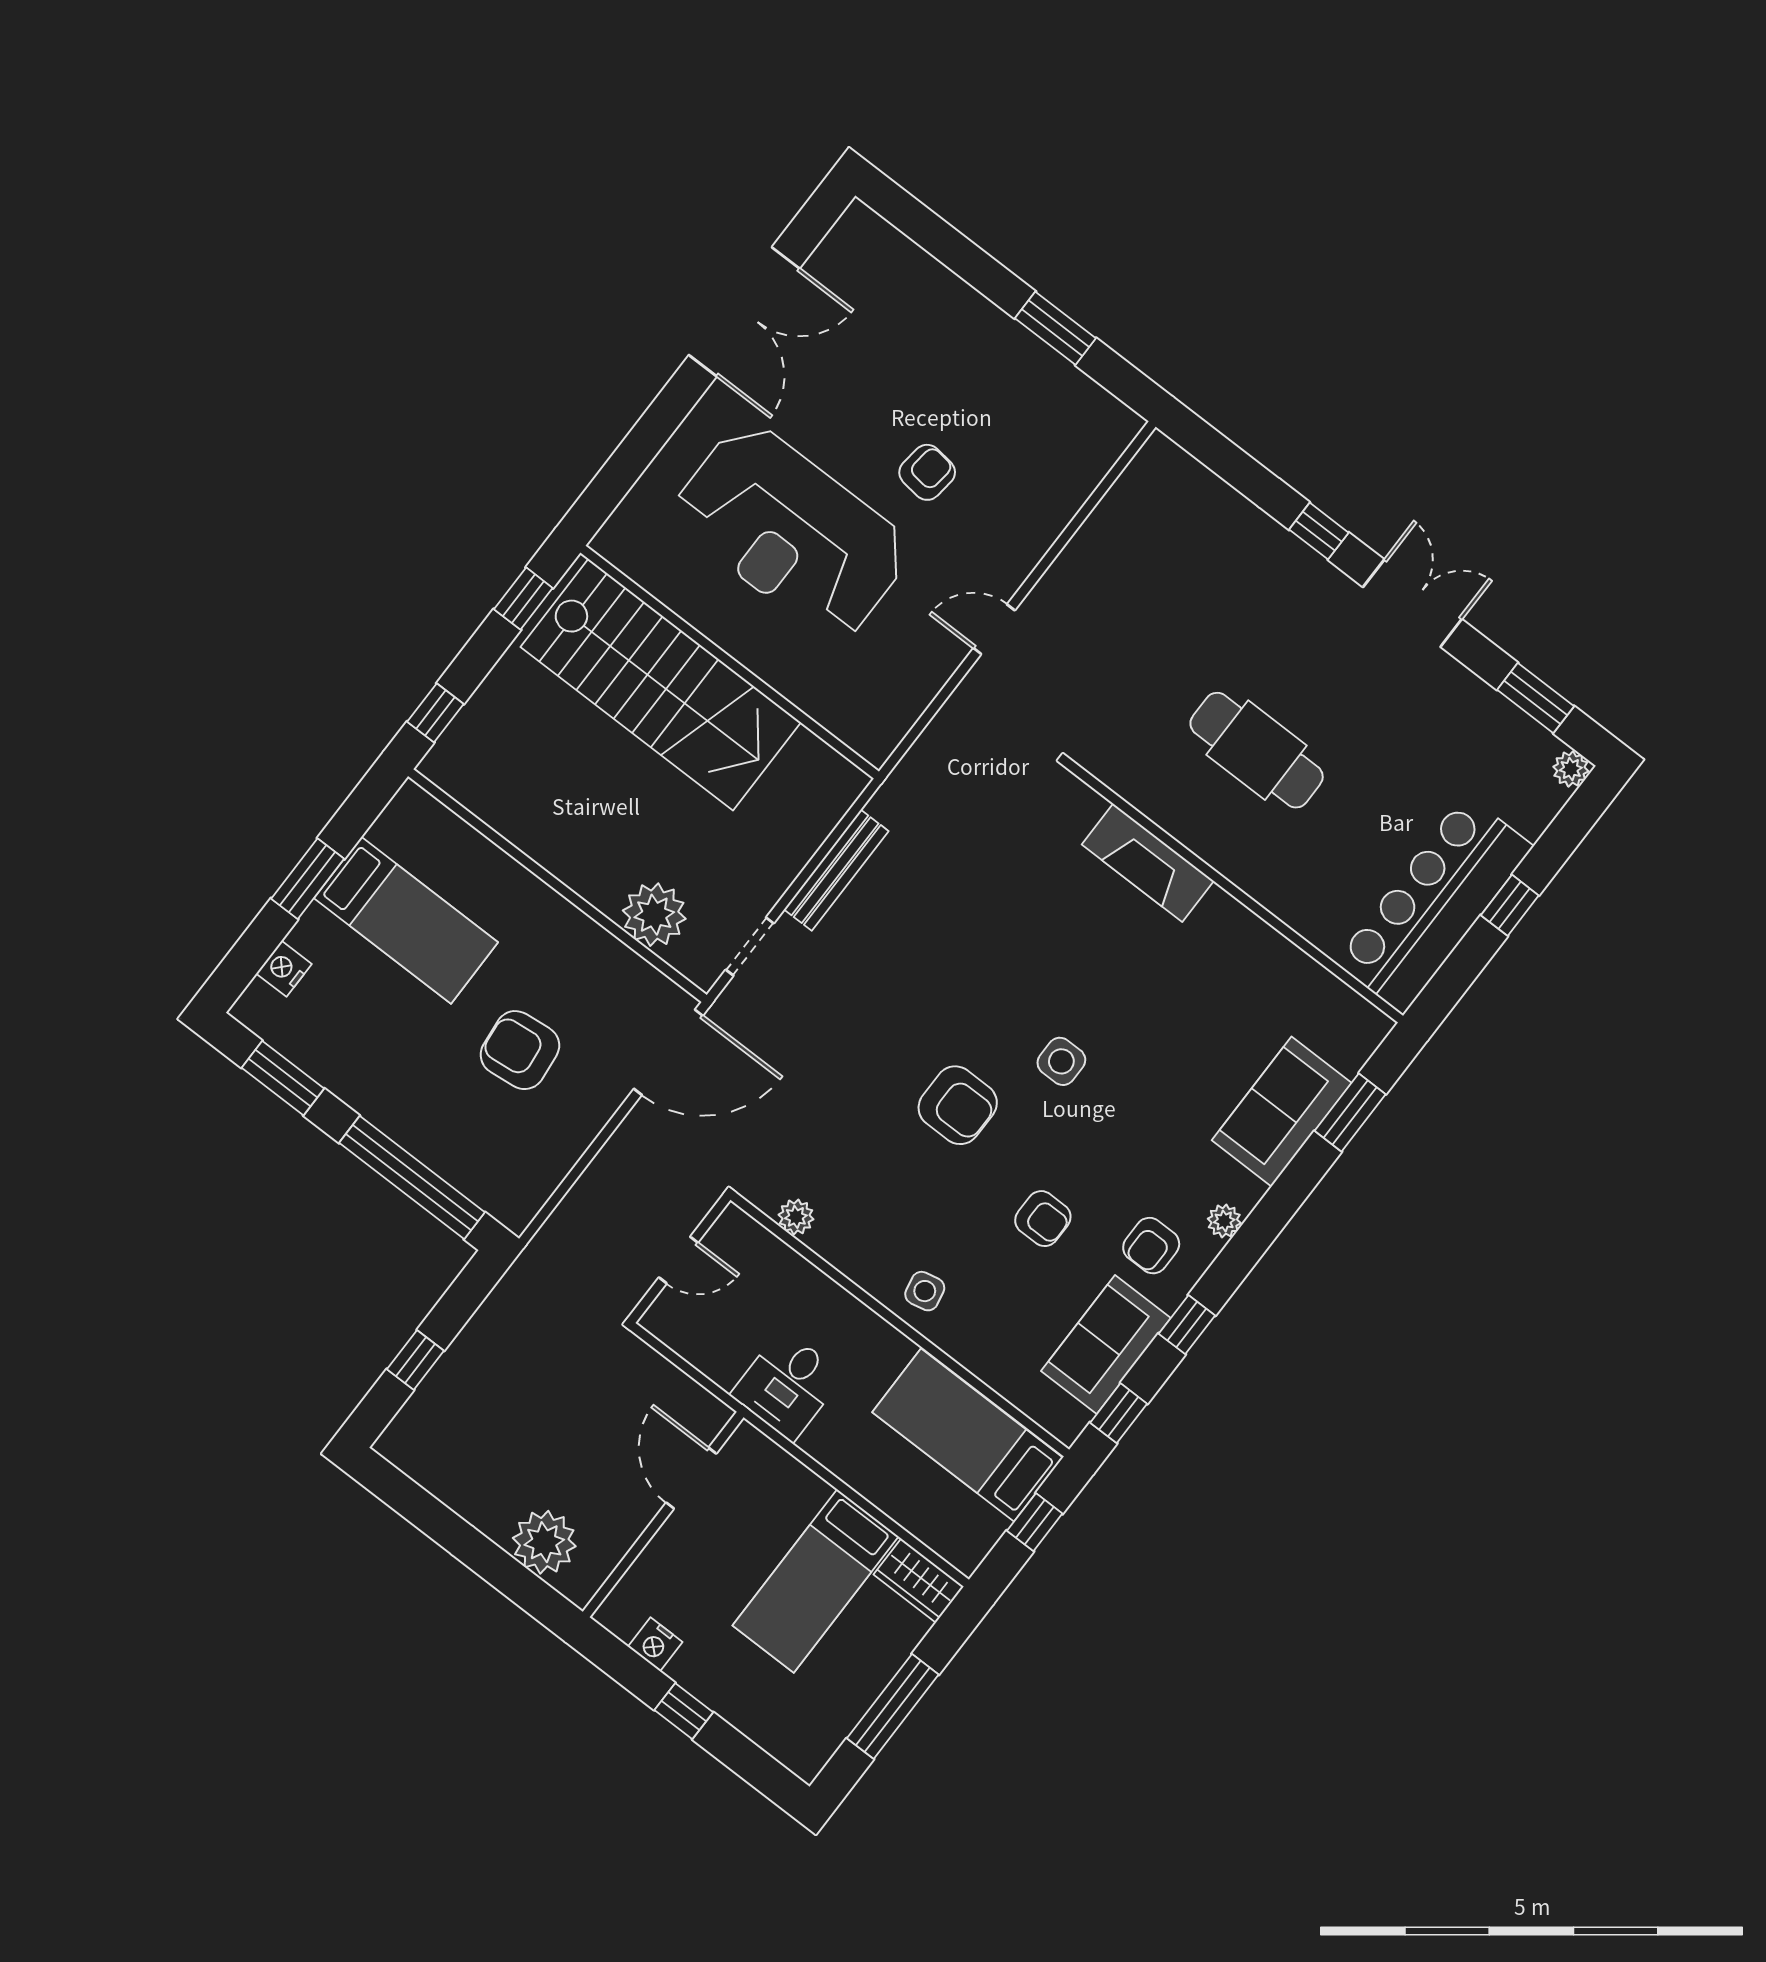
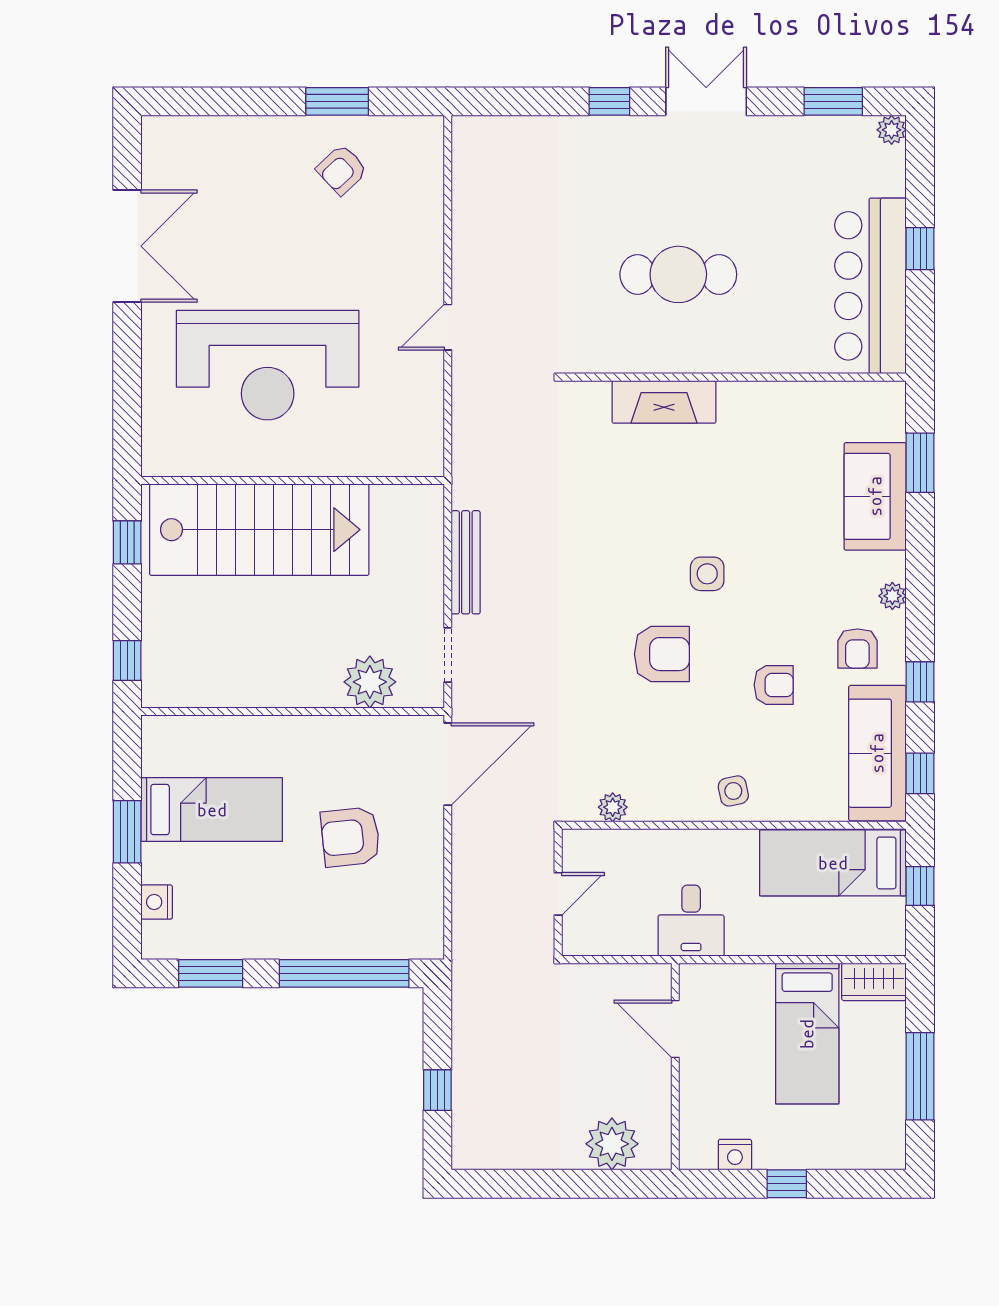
armchair: (927, 472) -> (342, 170), moved, turned -140
sofa: (1106, 1345) -> (877, 753), width x1.36

